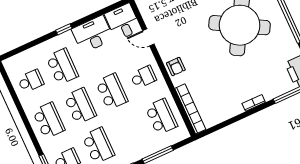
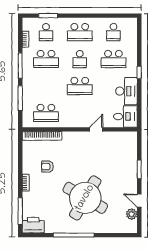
door: (148, 37) -> (96, 129), moved
armchair: (176, 67) -> (47, 167), moved
school desk: (143, 77) -> (80, 113), removed
school desk: (80, 106) -> (80, 59), width x0.54

